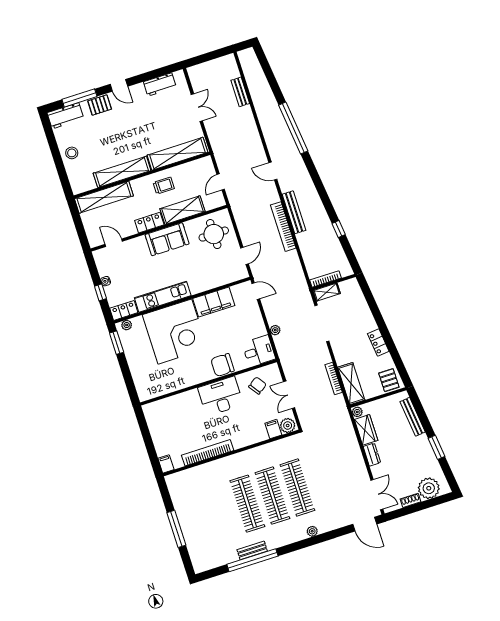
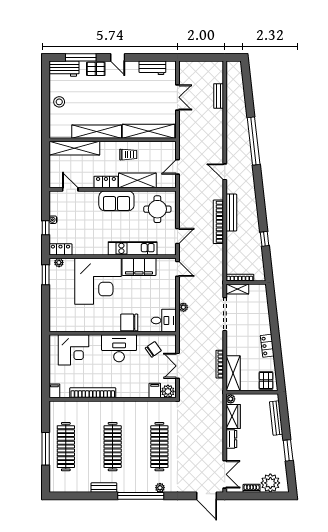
kitchen unit: (163, 297) -> (133, 248), moved
corner desk: (172, 414) -> (73, 350), added
clothes rail: (272, 496) -> (66, 447), moved
window: (252, 560) -> (141, 496), moved

